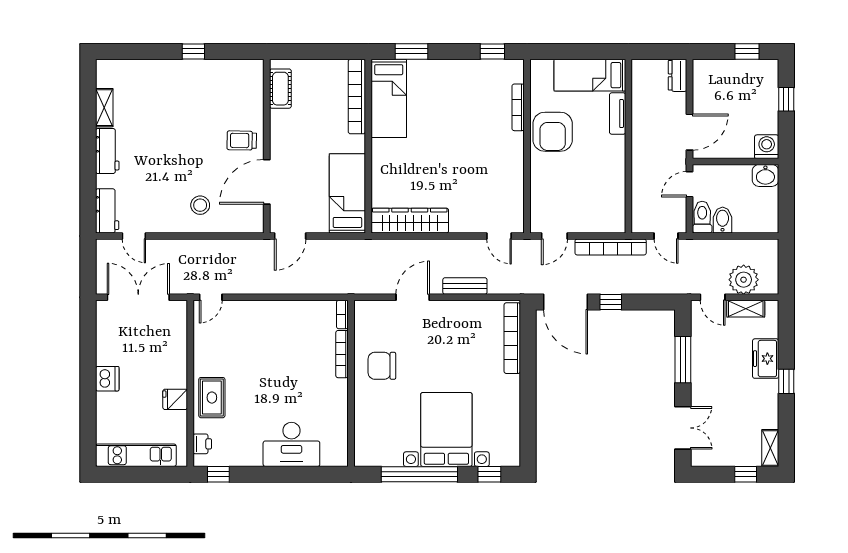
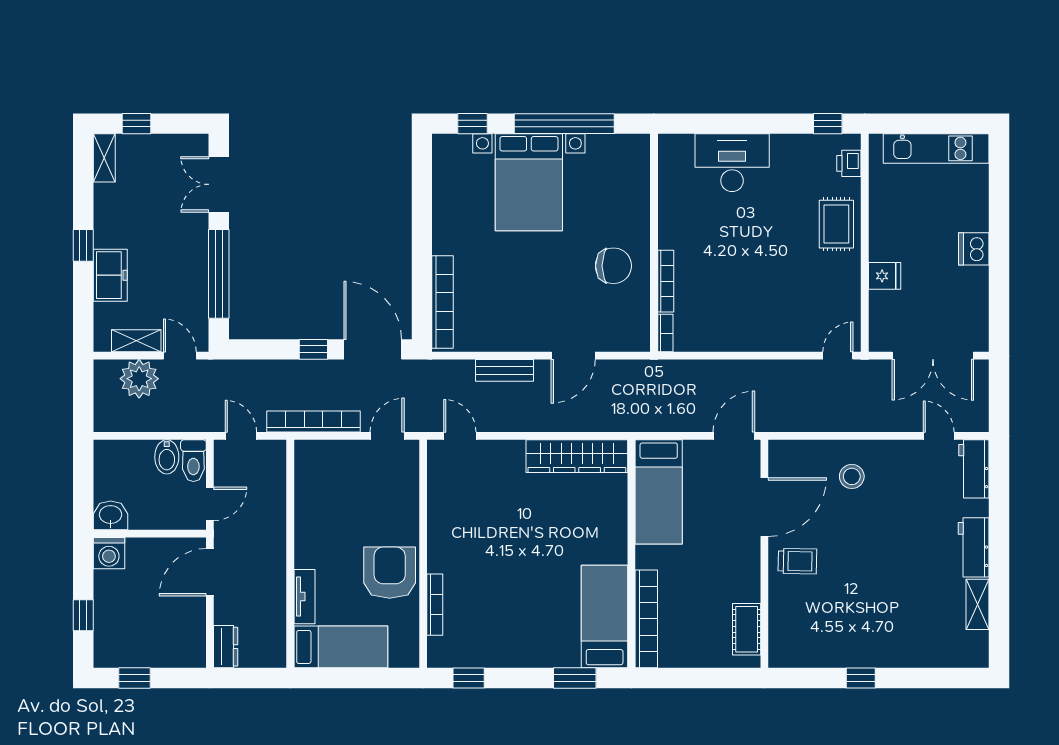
window: (683, 360) -> (219, 274), width x1.46
fridge: (175, 399) -> (885, 276), moved

